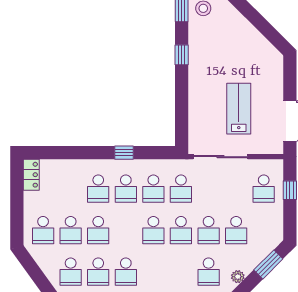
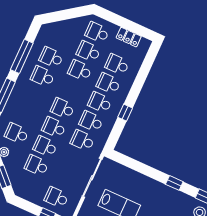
locker: (31, 175) -> (129, 37), moved
school desk: (71, 272) -> (117, 65), moved

